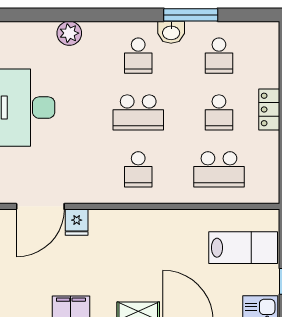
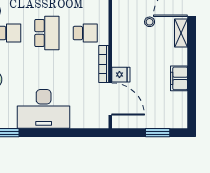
bookcase: (92, 197) -> (104, 64), added
stool: (155, 265) -> (150, 22), added

